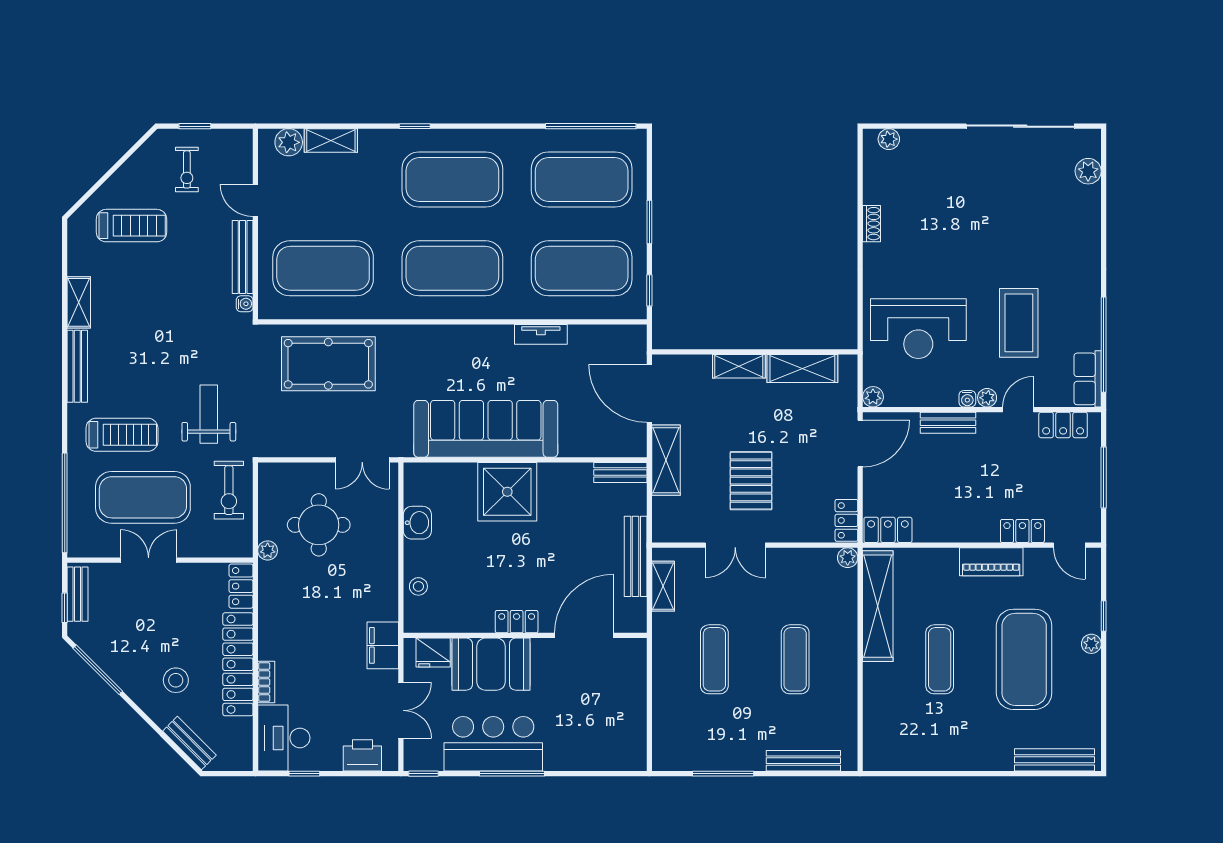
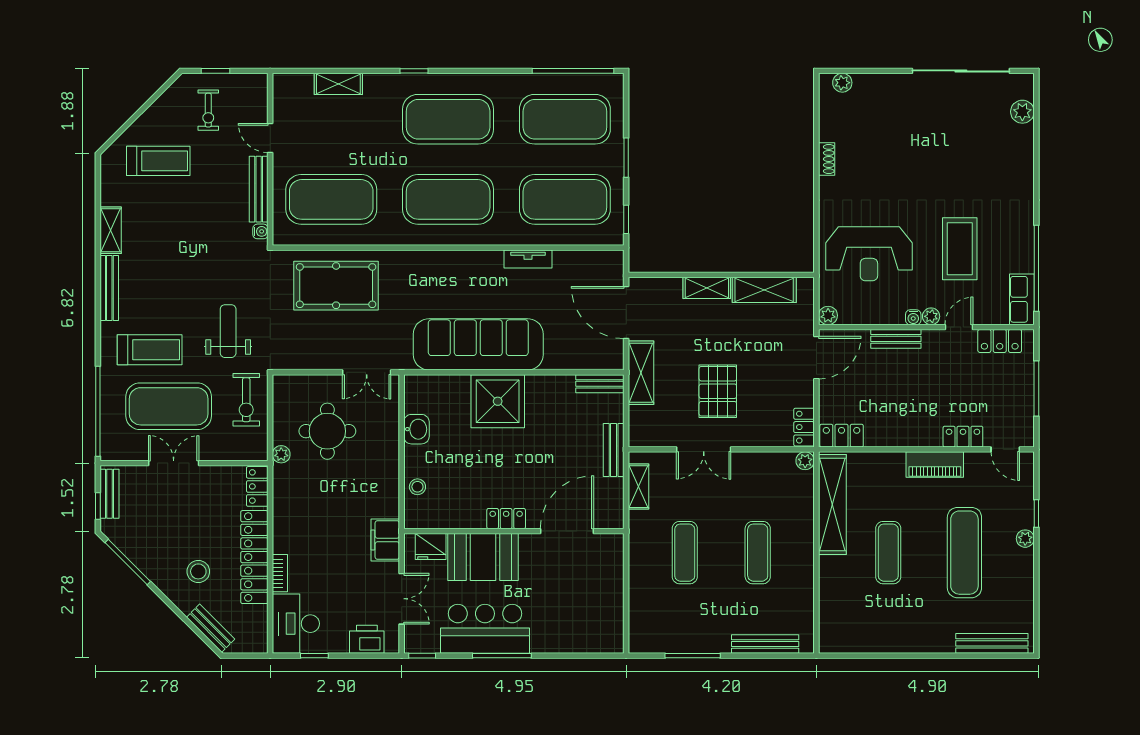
plant: (289, 142) -> (300, 86), removed
bench: (636, 556) -> (614, 450), width x0.73
exercise mat: (1024, 659) -> (964, 553), width x0.68

